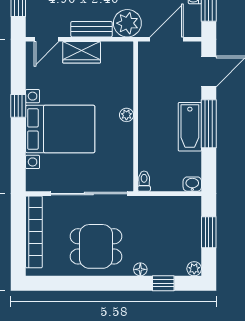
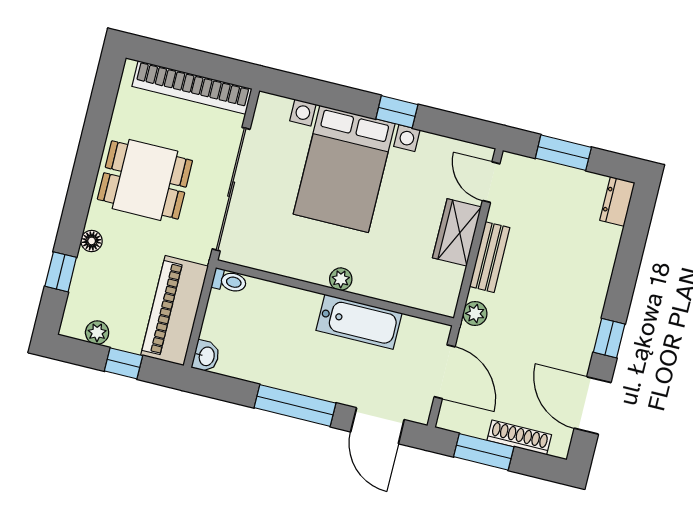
plant: (127, 23) -> (475, 314), width x0.53, depth x0.53
bathtub: (190, 127) -> (359, 322), moved, turned 180
piano: (170, 210) -> (175, 311), added
window: (209, 232) -> (124, 363), width x0.67
dining table: (96, 246) -> (145, 180), turned 90
plant: (194, 269) -> (97, 333), moved

